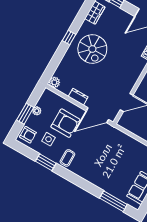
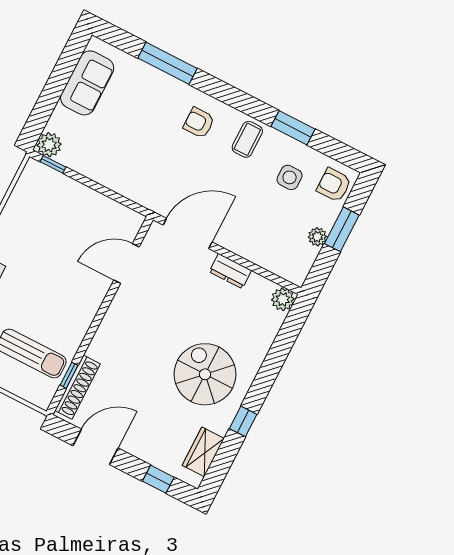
window: (69, 38) -> (243, 421), moved
armchair: (65, 123) -> (199, 123), moved, width x0.53, depth x0.53
window: (113, 201) -> (167, 63), moved

